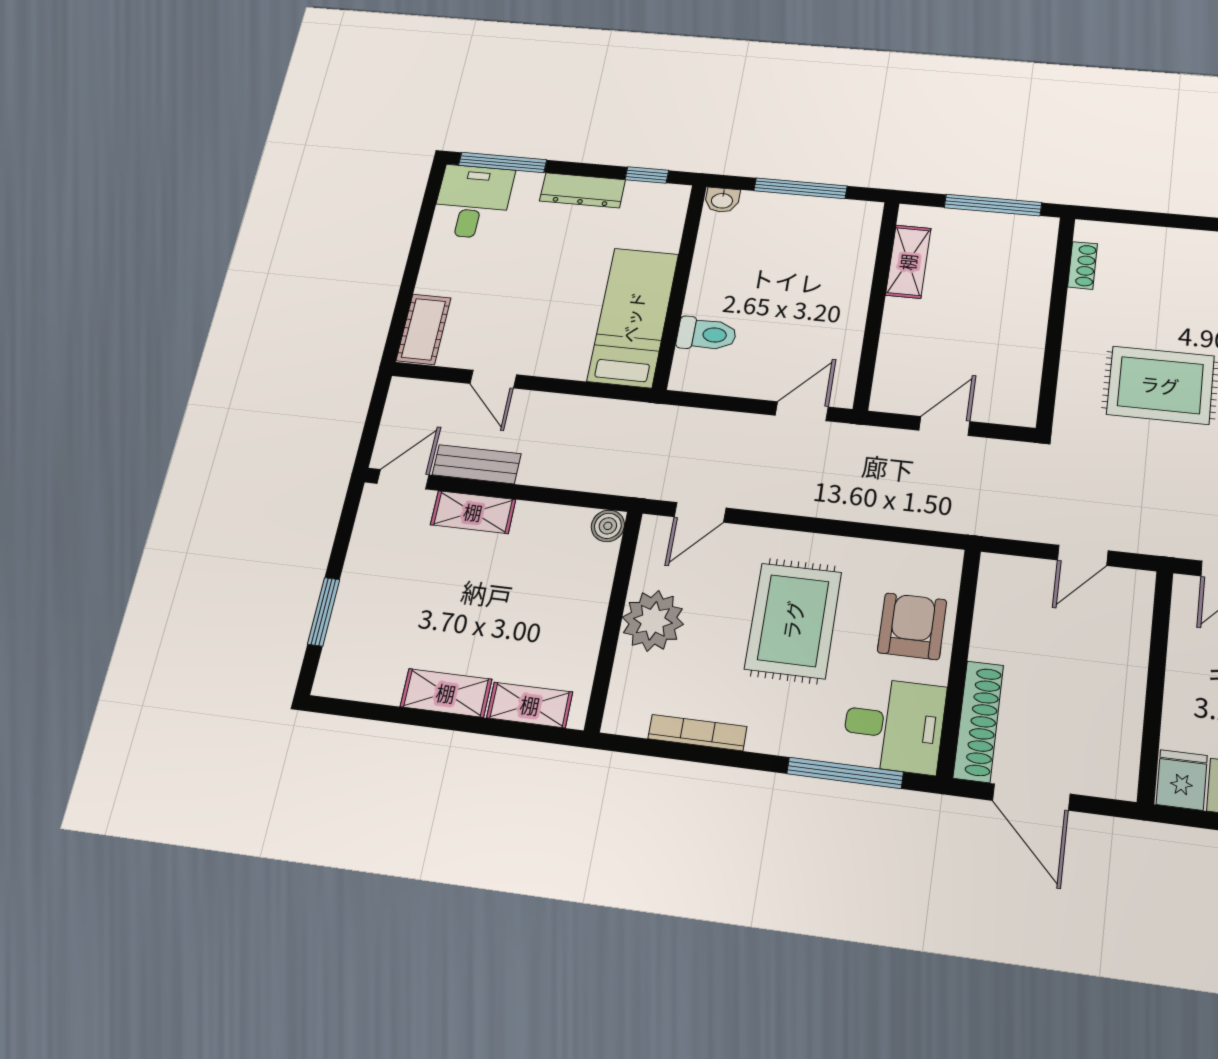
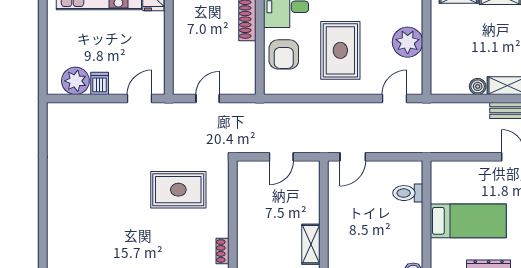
bed: (633, 317) -> (468, 221), moved, turned -90
boiler: (608, 526) -> (478, 86), moved

